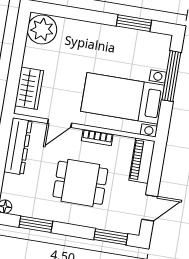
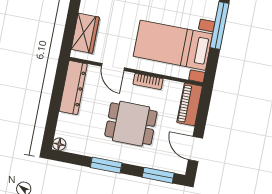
door: (60, 123) -> (113, 67), hinge flipped
door: (150, 208) -> (196, 149), swing flipped
window: (36, 224) -> (106, 165), moved

